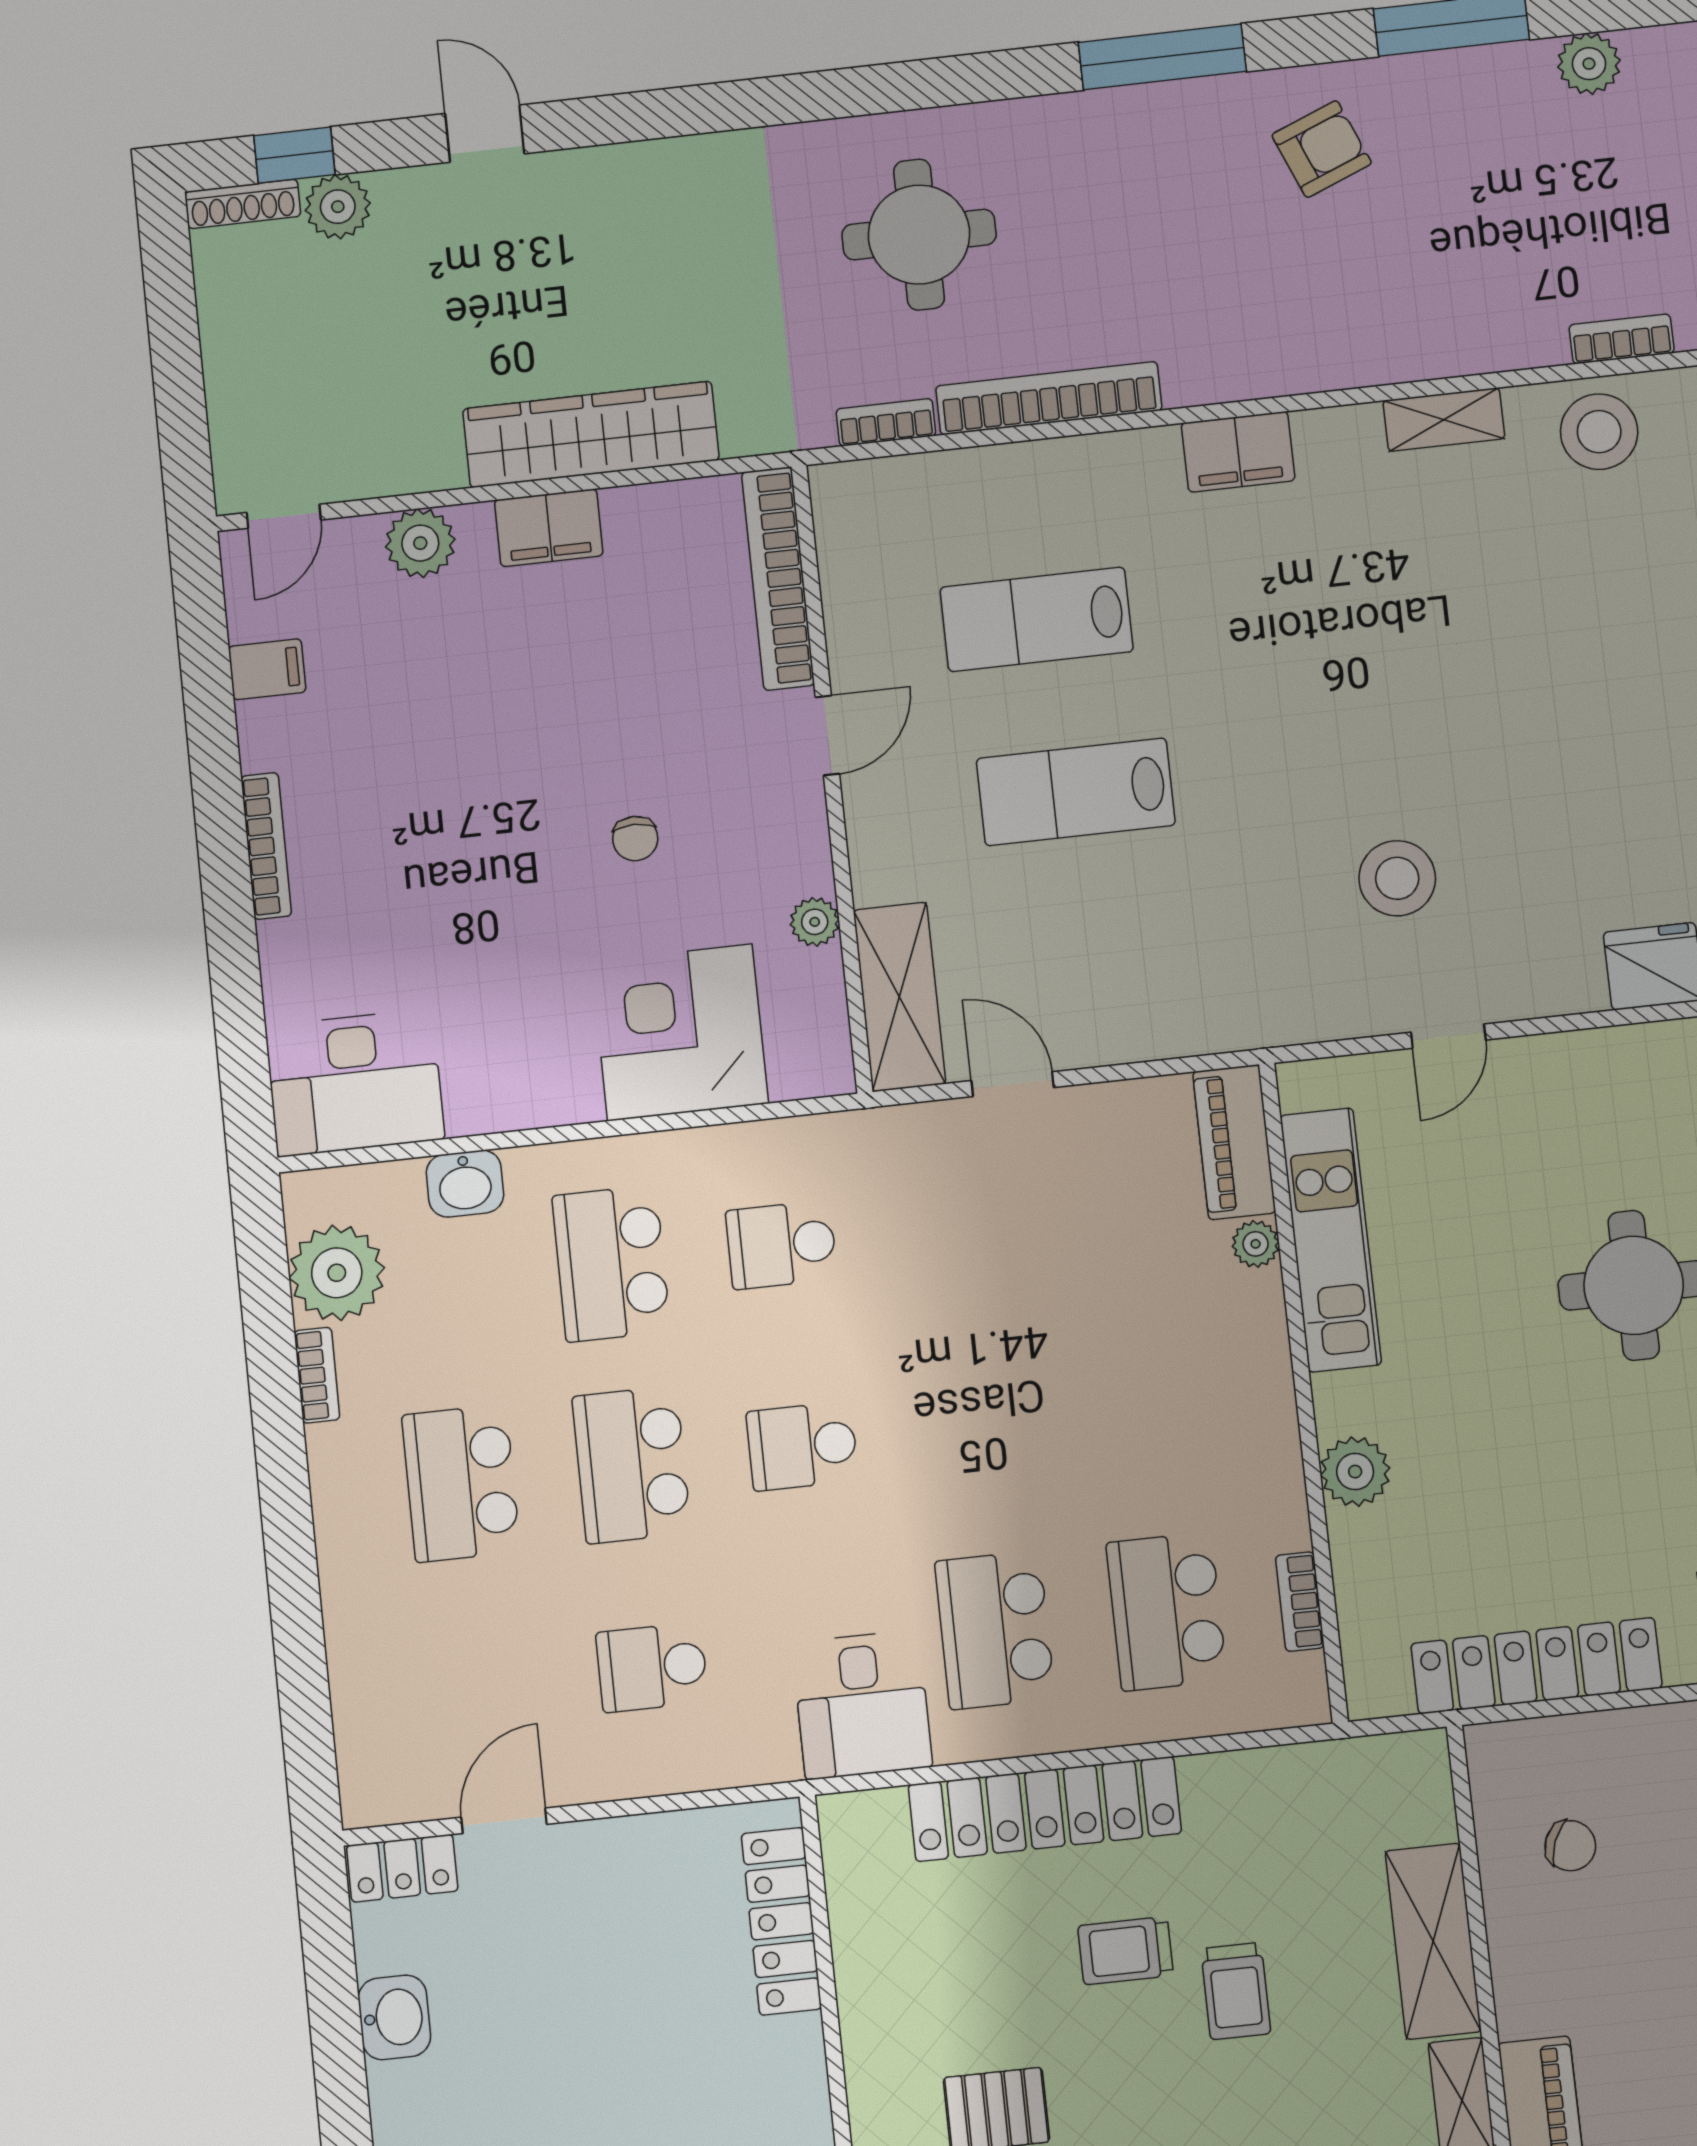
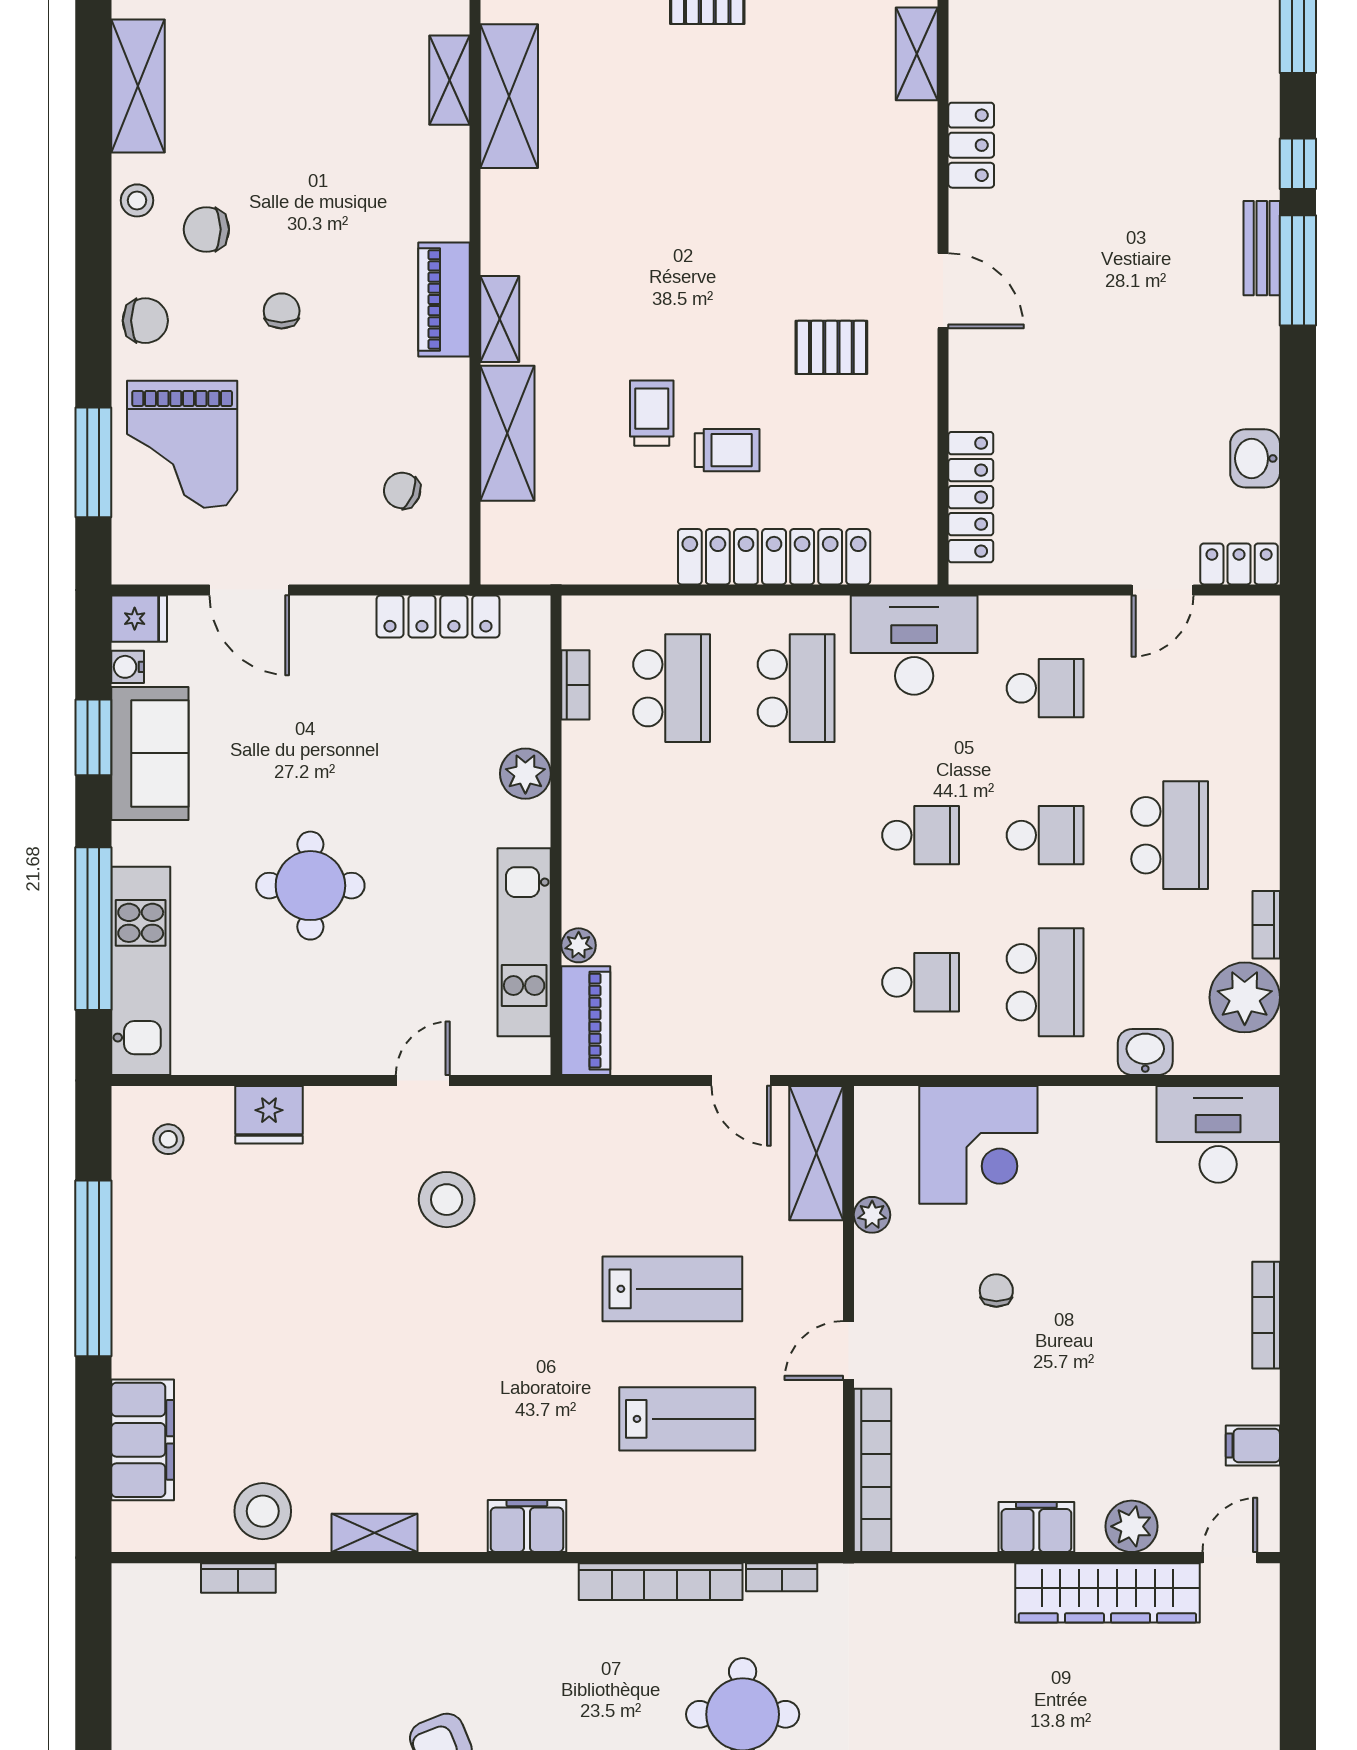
wardrobe: (591, 434) -> (1107, 1593), moved
school desk: (632, 1465) -> (1045, 835), width x0.54
locker: (1536, 1666) -> (438, 616), width x0.71, depth x0.83
desk: (862, 1705) -> (914, 645), width x1.37

